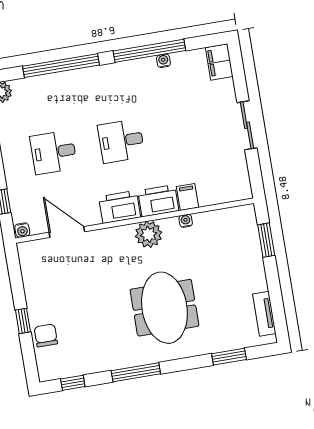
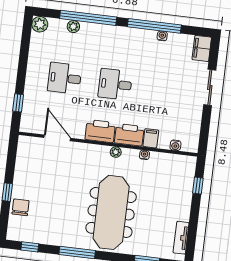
plant: (45, 82) -> (73, 27), added
sliding door: (247, 125) -> (210, 87), moved
water cooler: (22, 230) -> (175, 145), moved
plant: (149, 234) -> (116, 152), width x0.53, depth x0.53
window: (266, 240) -> (198, 186), width x0.67
meeting table: (164, 308) -> (111, 212), width x1.36

